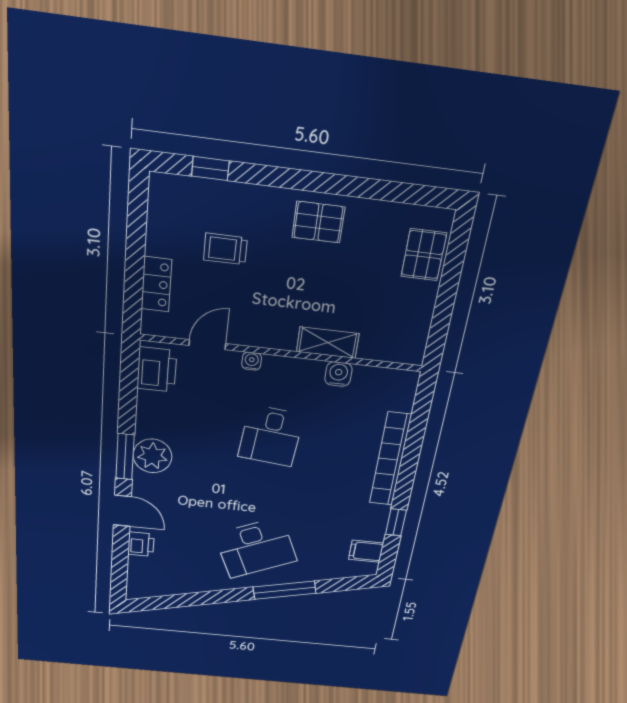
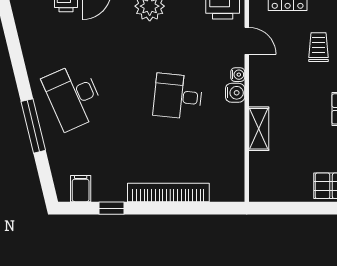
water cooler: (338, 374) -> (235, 93), moved

